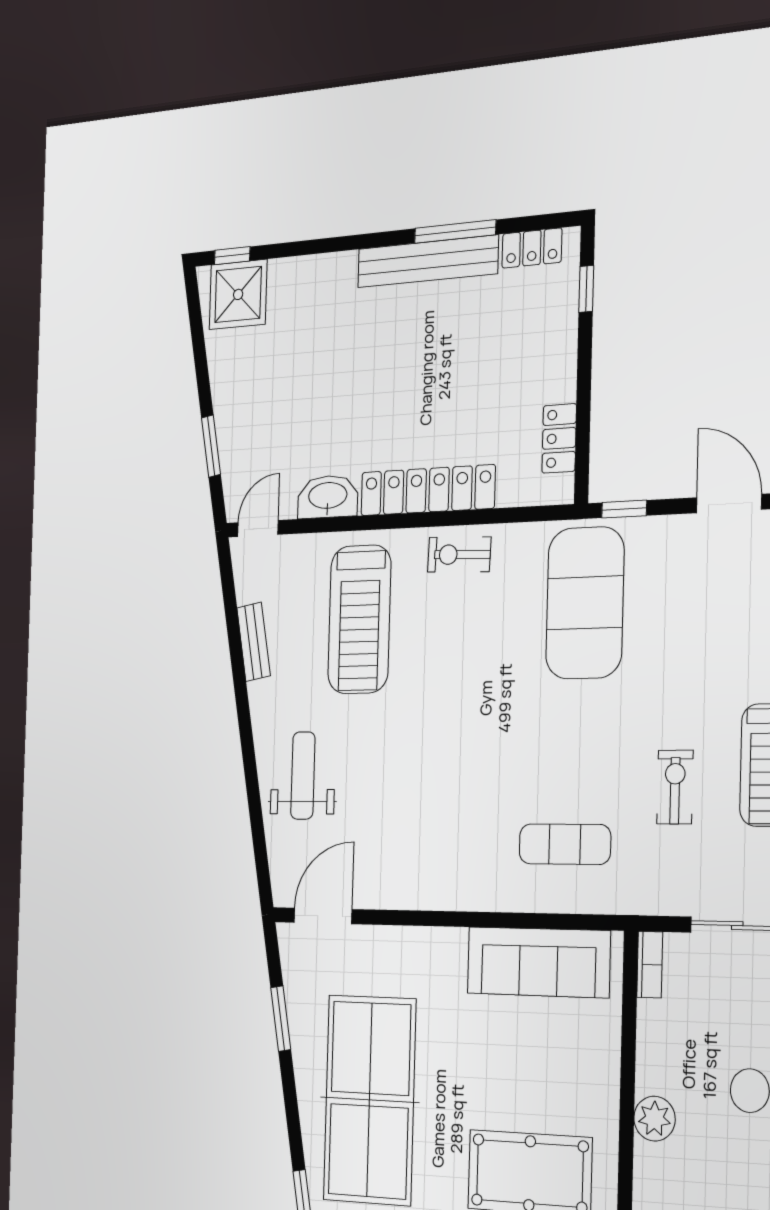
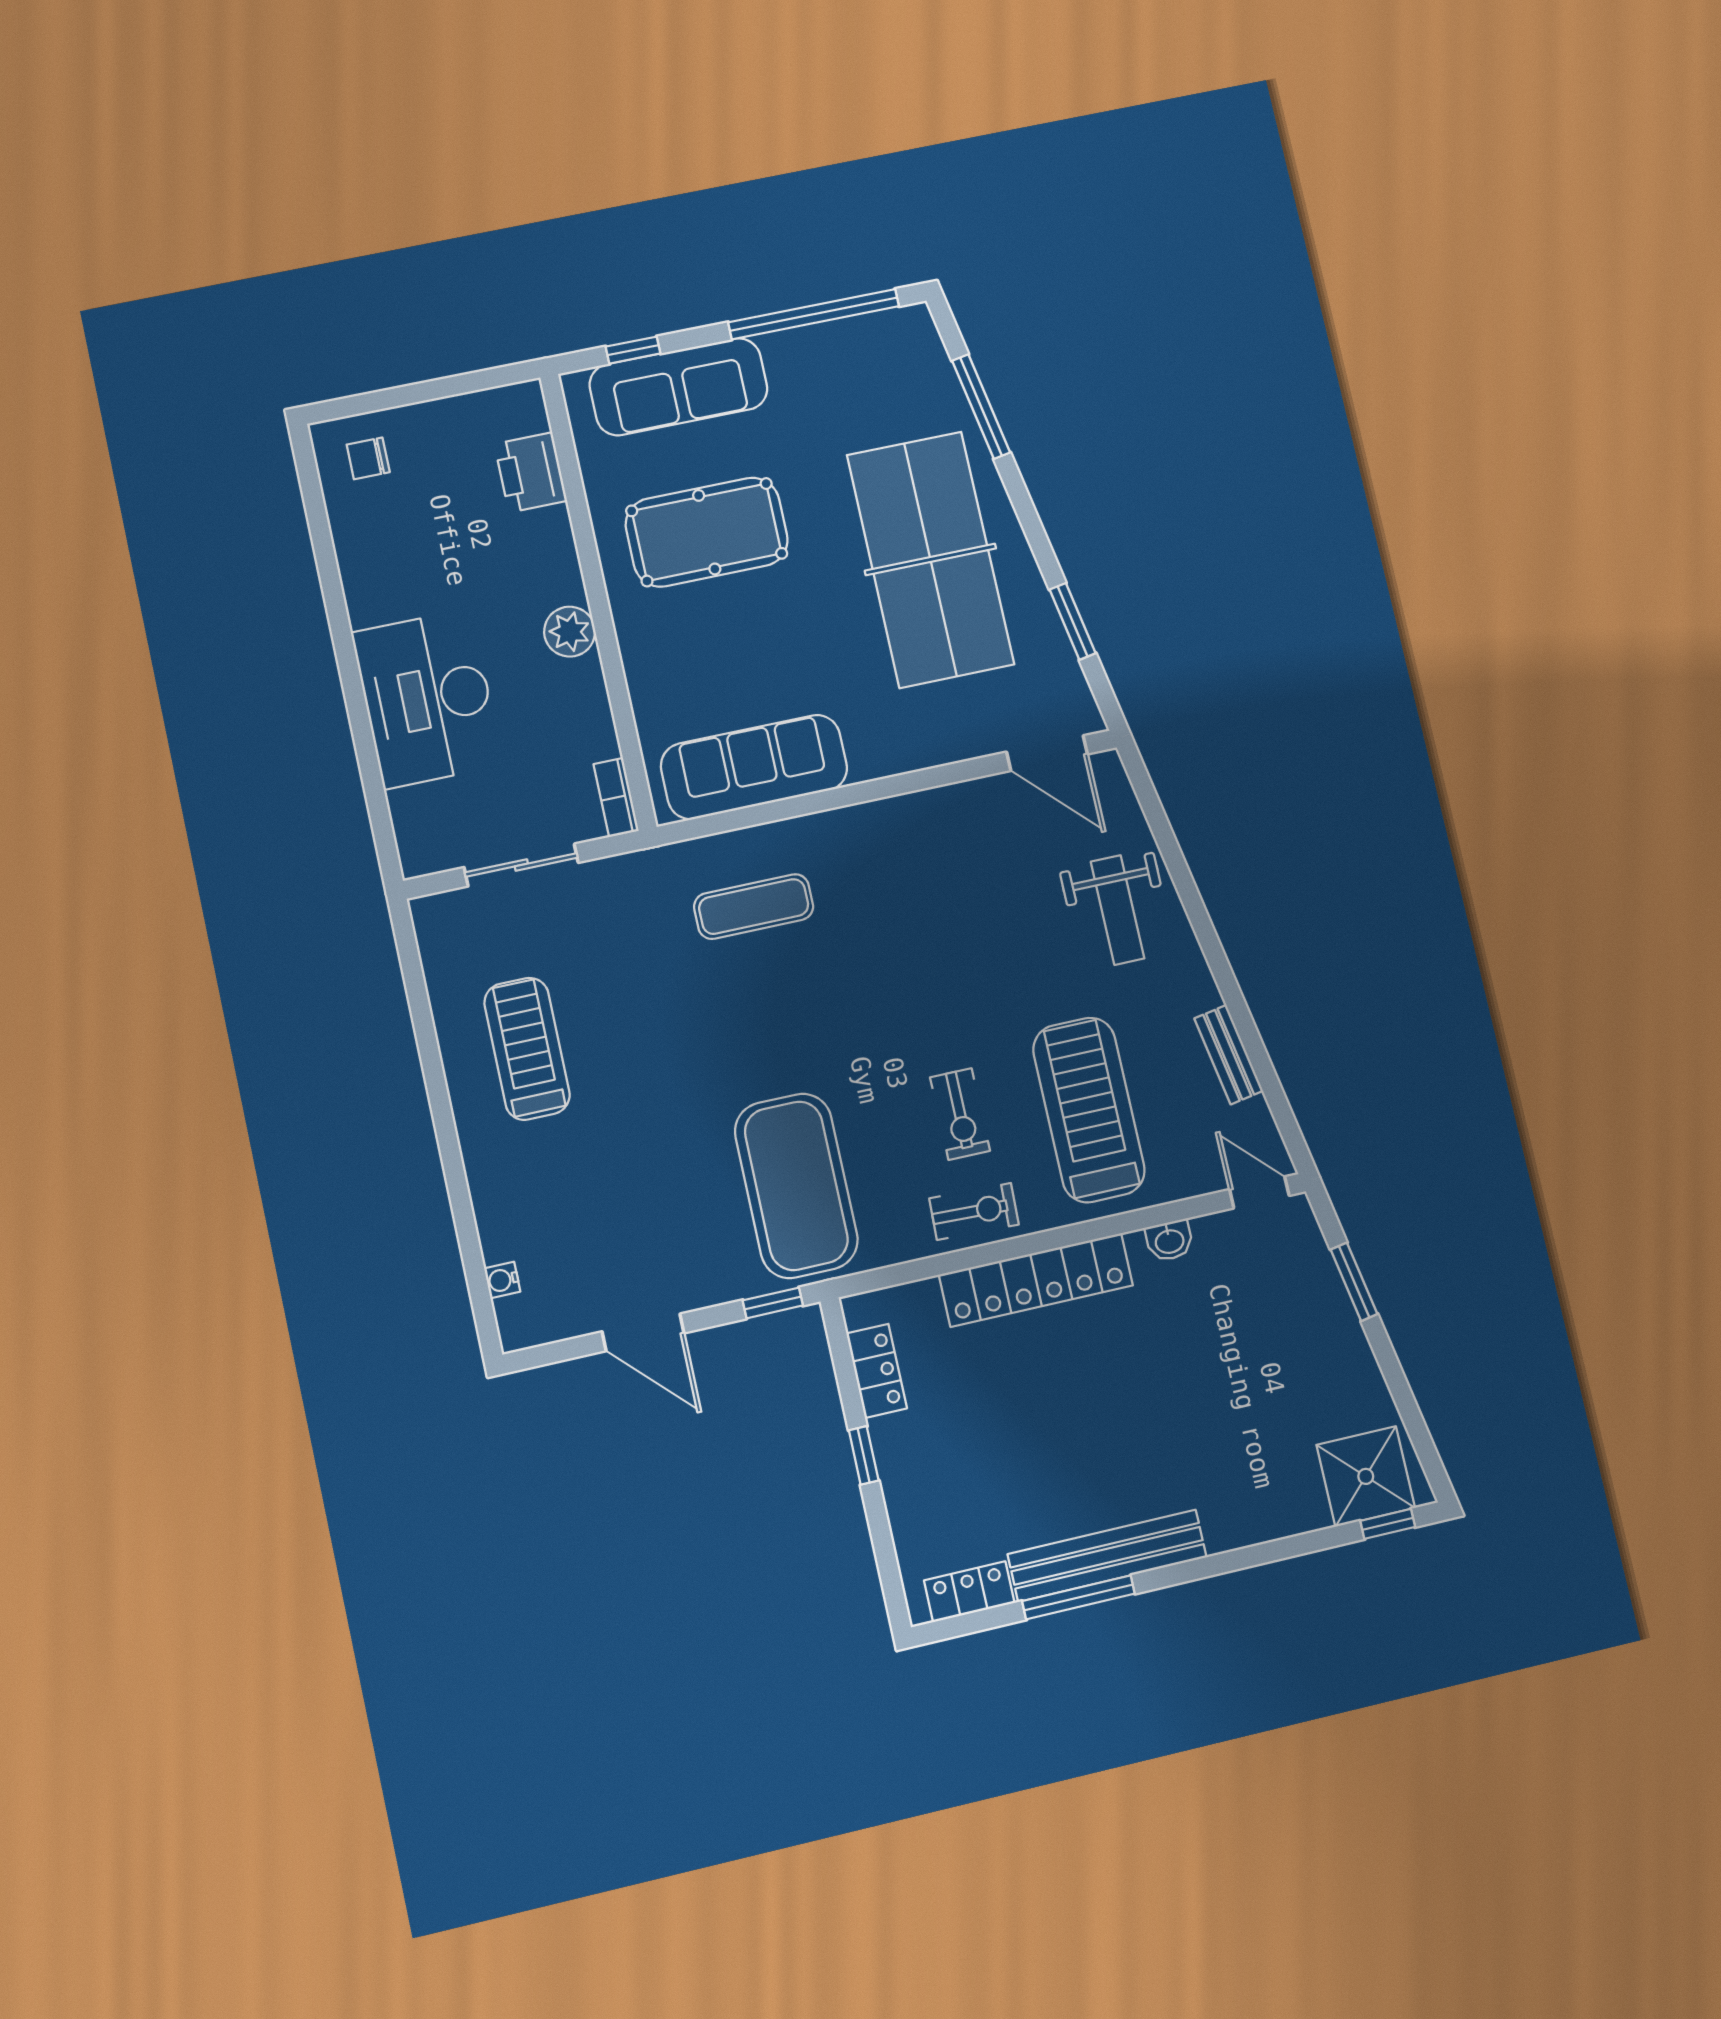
window: (586, 289) -> (864, 1455), moved
washbasin: (328, 497) -> (1169, 1241), width x0.52, depth x0.69
door: (258, 529) -> (1259, 1192), swing flipped
exercise bike: (675, 787) -> (960, 1114), moved
door: (323, 916) -> (1047, 753), hinge flipped

